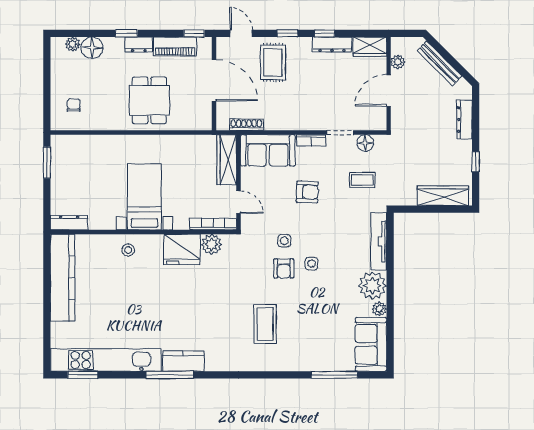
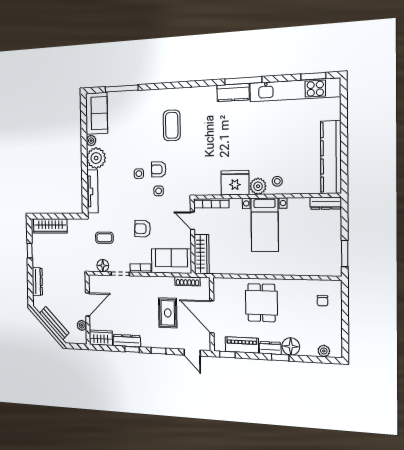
floor lamp: (92, 48) -> (291, 346), moved
rug: (273, 62) -> (168, 313), moved
plant: (212, 244) -> (258, 186), moved
armchair: (284, 268) -> (159, 169), turned -90

